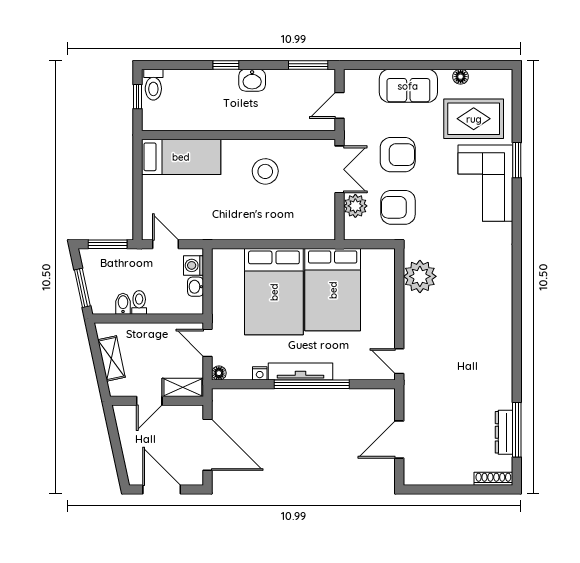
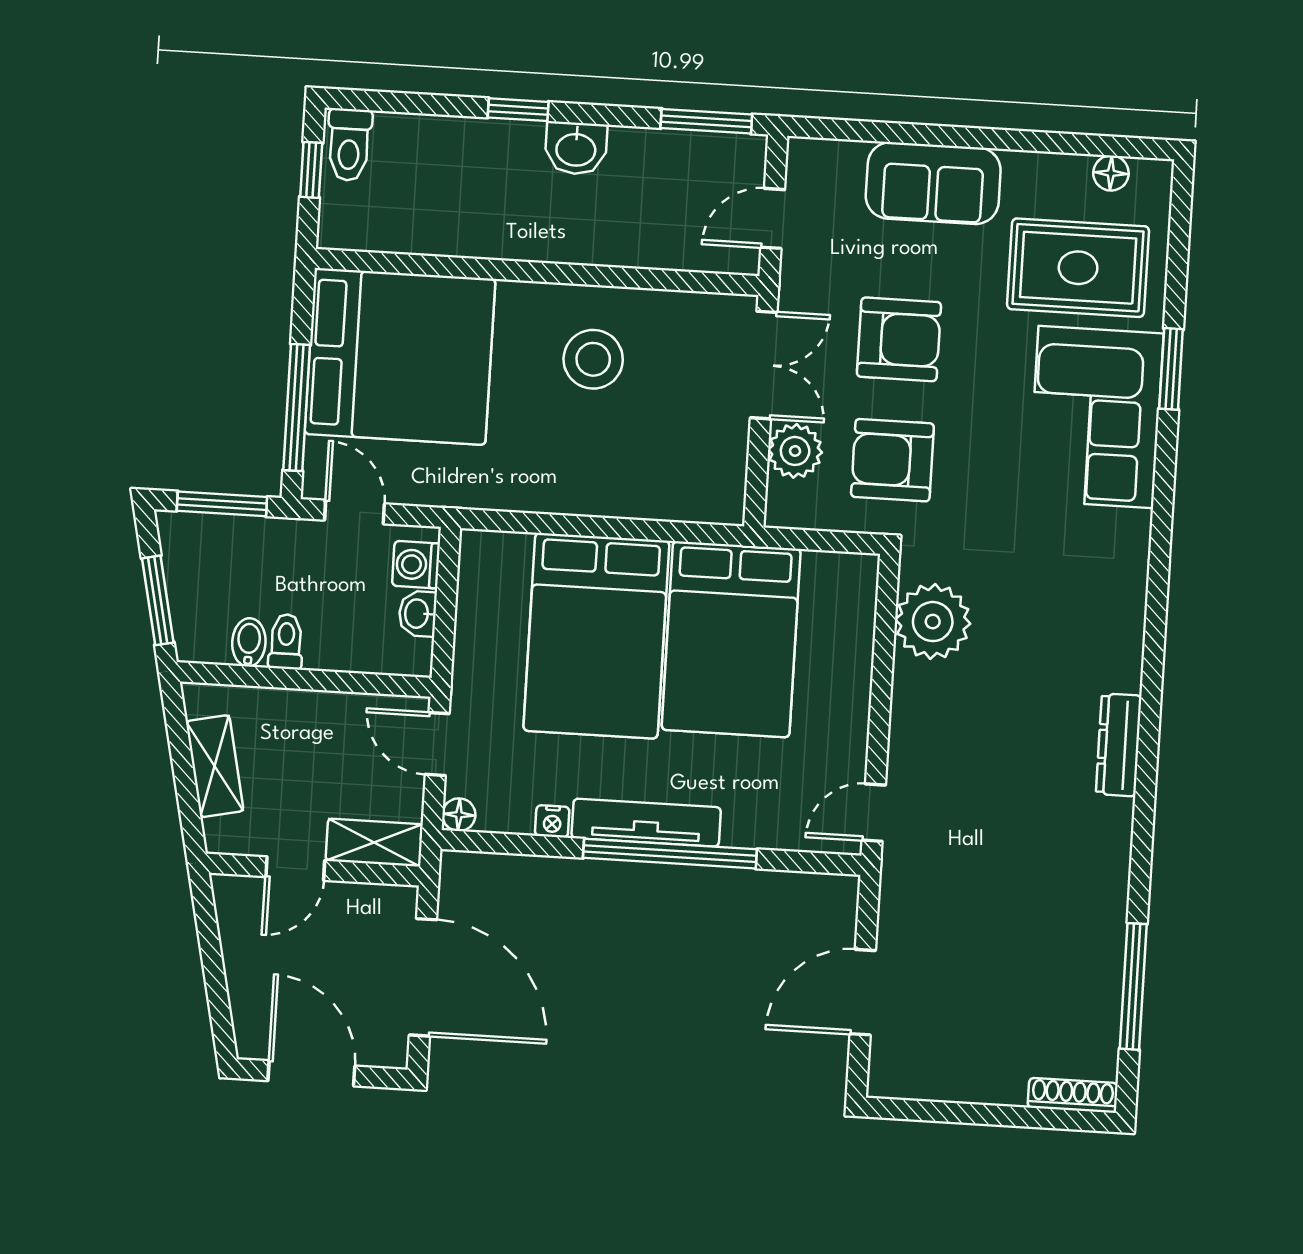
floor lamp: (461, 77) -> (1111, 173), moved
bed: (181, 157) -> (400, 356), width x2.04
window: (138, 200) -> (297, 408), added
door: (399, 361) -> (874, 813), hinge flipped
dresser: (504, 432) -> (1119, 745), moved

